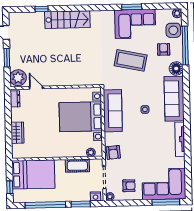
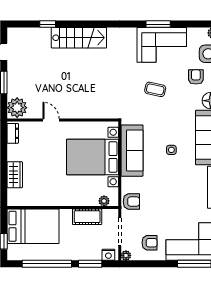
coffee table: (131, 60) -> (155, 89), width x0.54, depth x0.58
door: (36, 88) -> (51, 120), moved
armchair: (113, 152) -> (131, 202), turned -85

